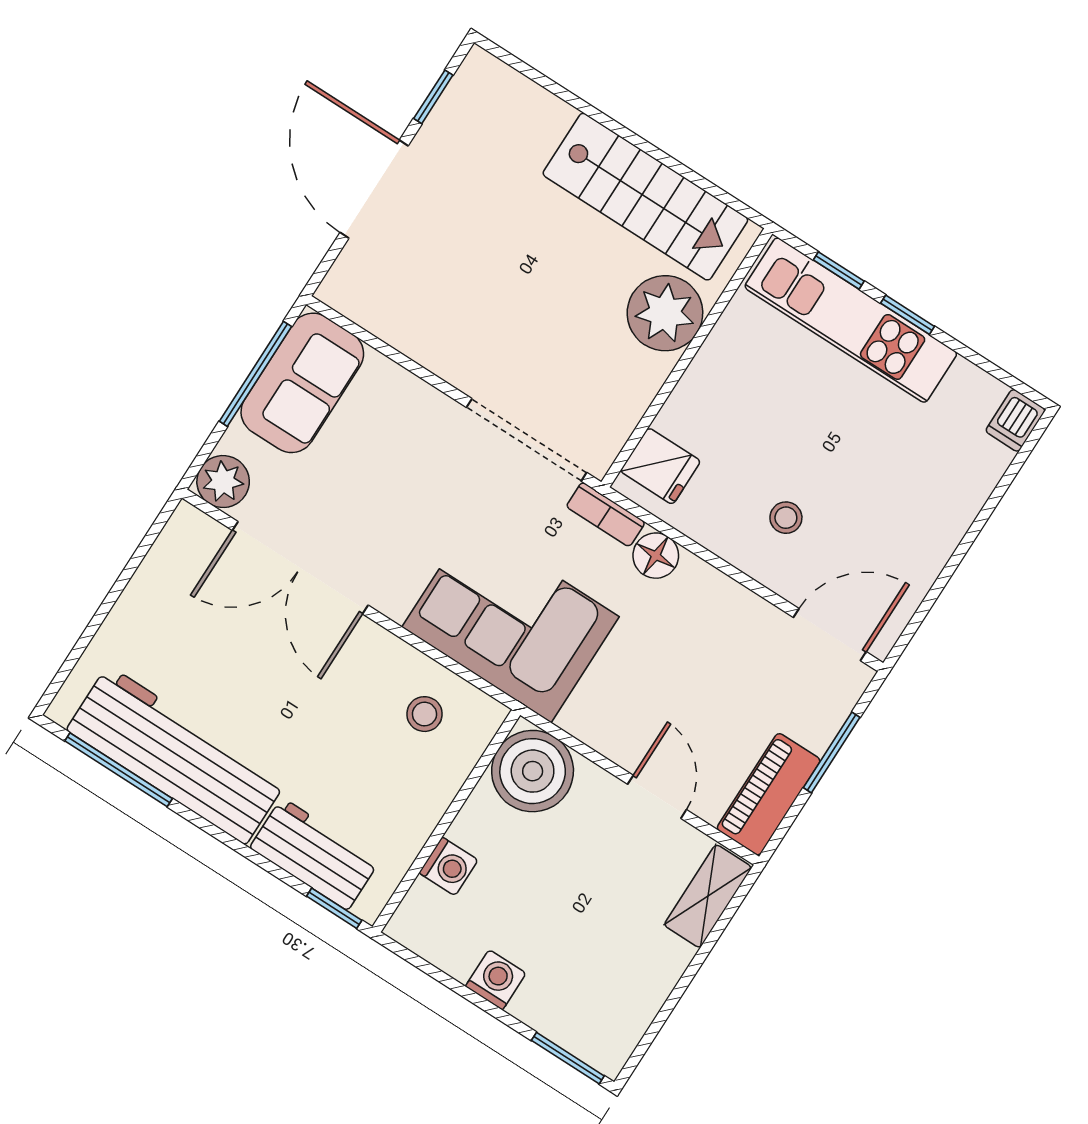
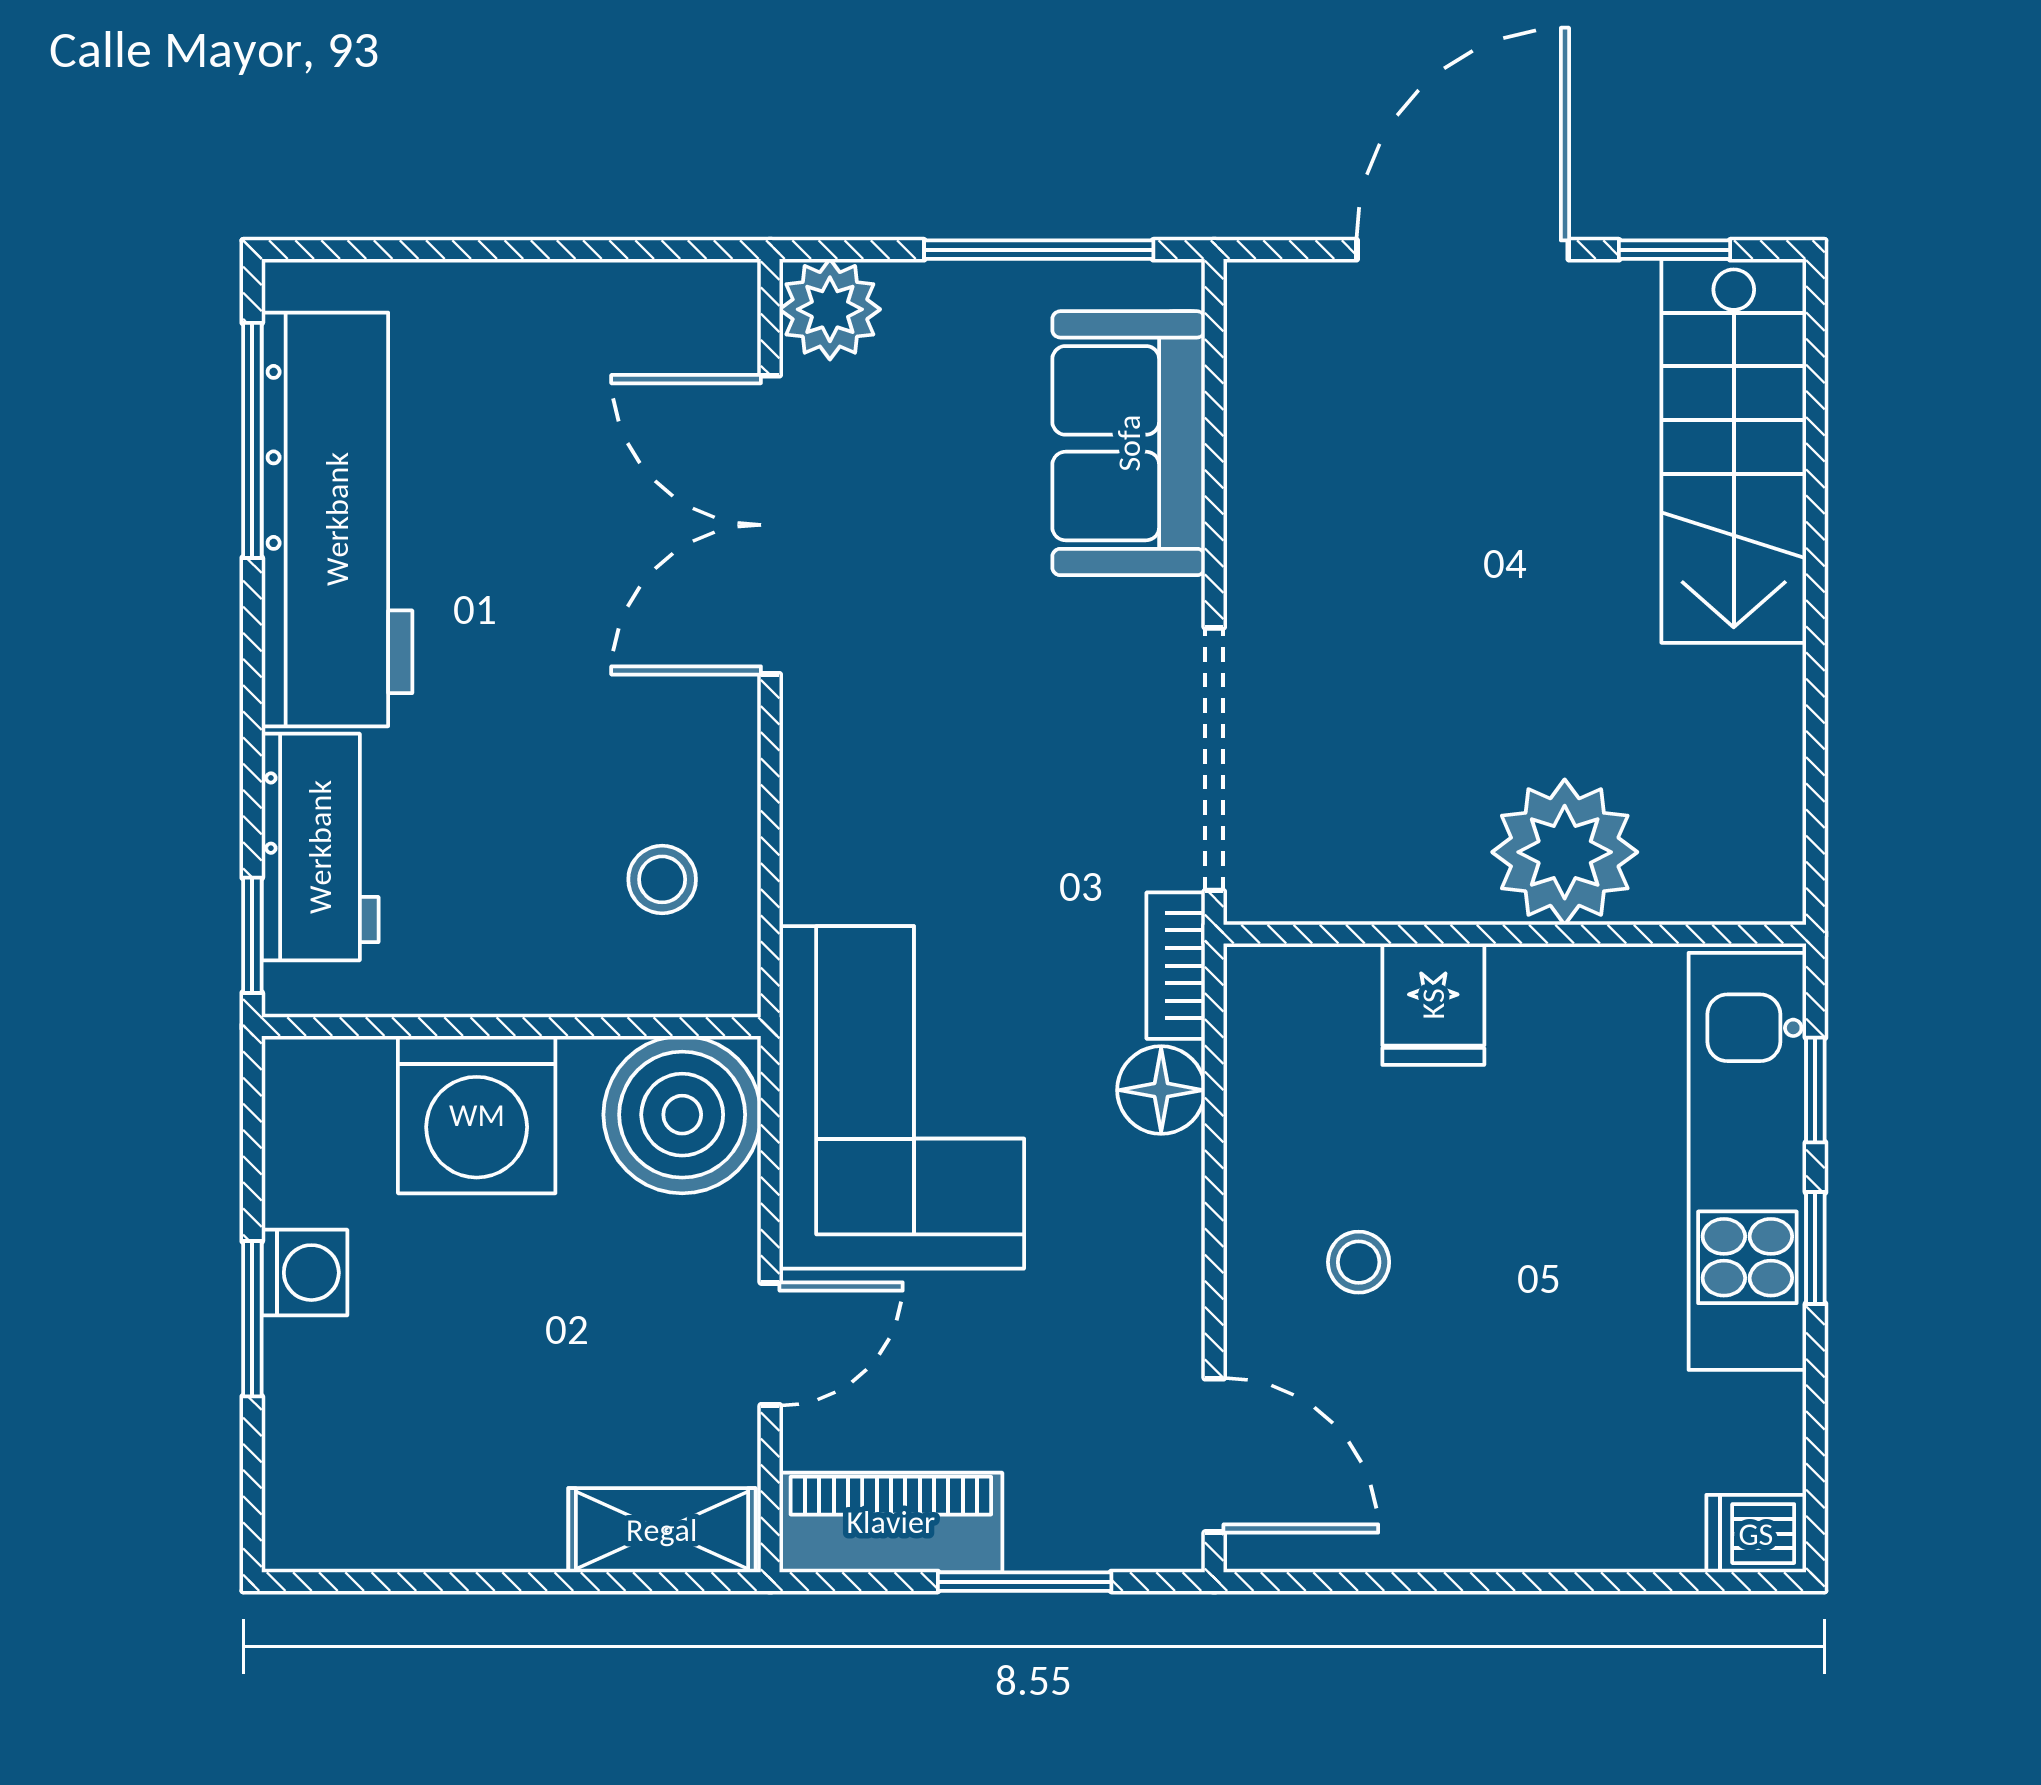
stairs: (645, 197) -> (1734, 451), moved
sofa: (302, 383) -> (1129, 443), moved, turned 90
fridge: (660, 466) -> (1433, 1004), moved
corner sofa: (511, 622) -> (902, 1097), moved
washing machine: (449, 866) -> (477, 1115), width x1.89, depth x1.89
window: (568, 1058) -> (252, 1319), moved

